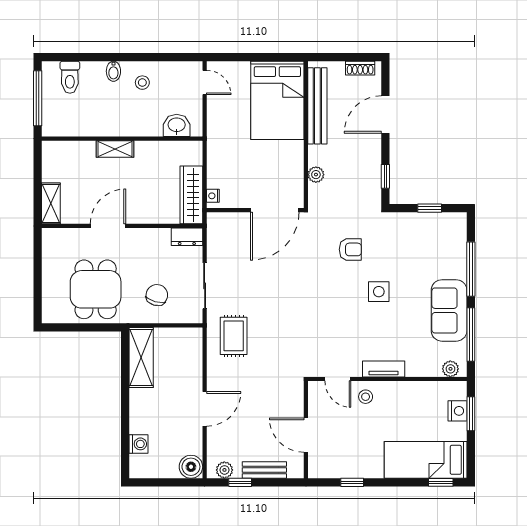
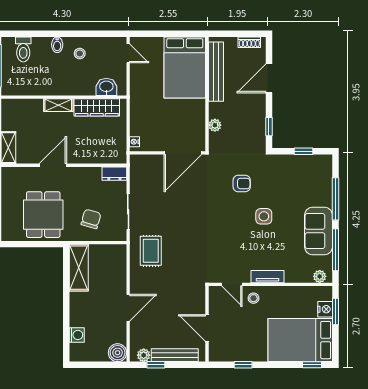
wardrobe: (191, 195) -> (97, 107), moved, turned -90
bed: (426, 460) -> (300, 340), width x1.50
bench: (264, 470) -> (175, 355), width x1.36

